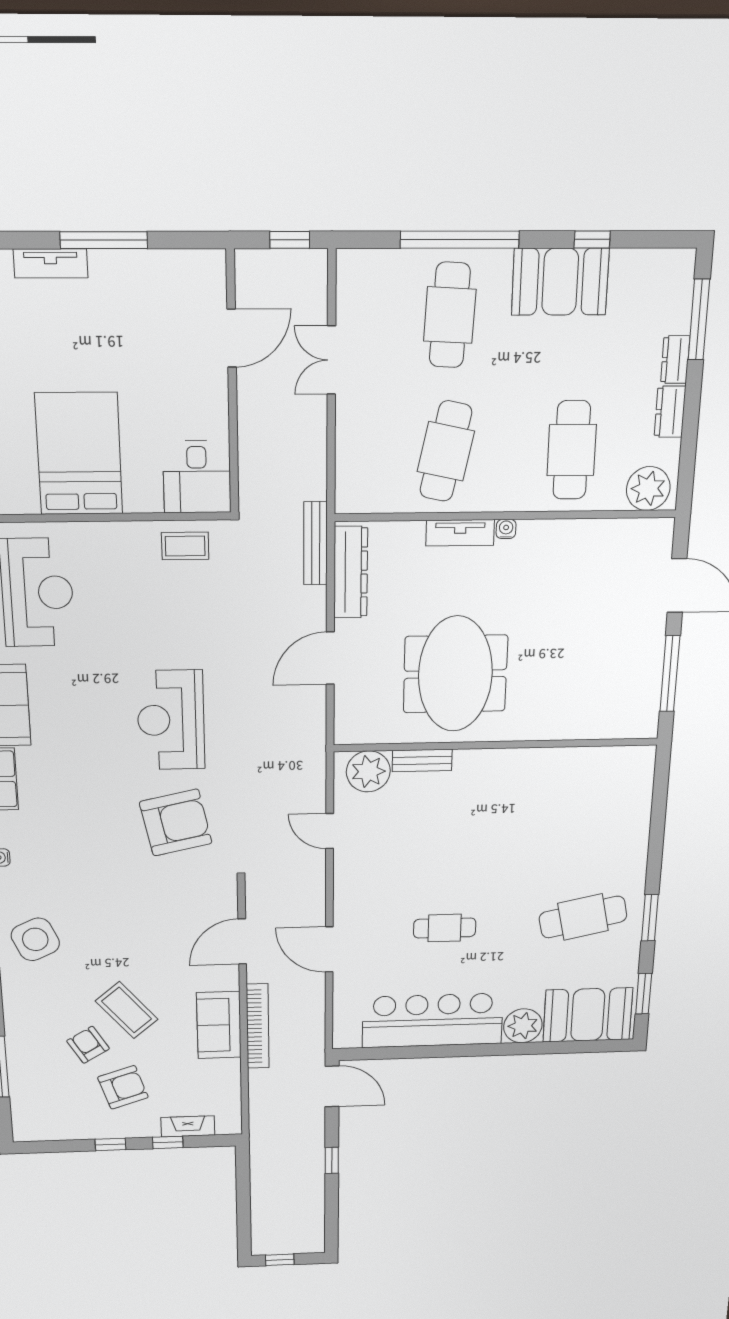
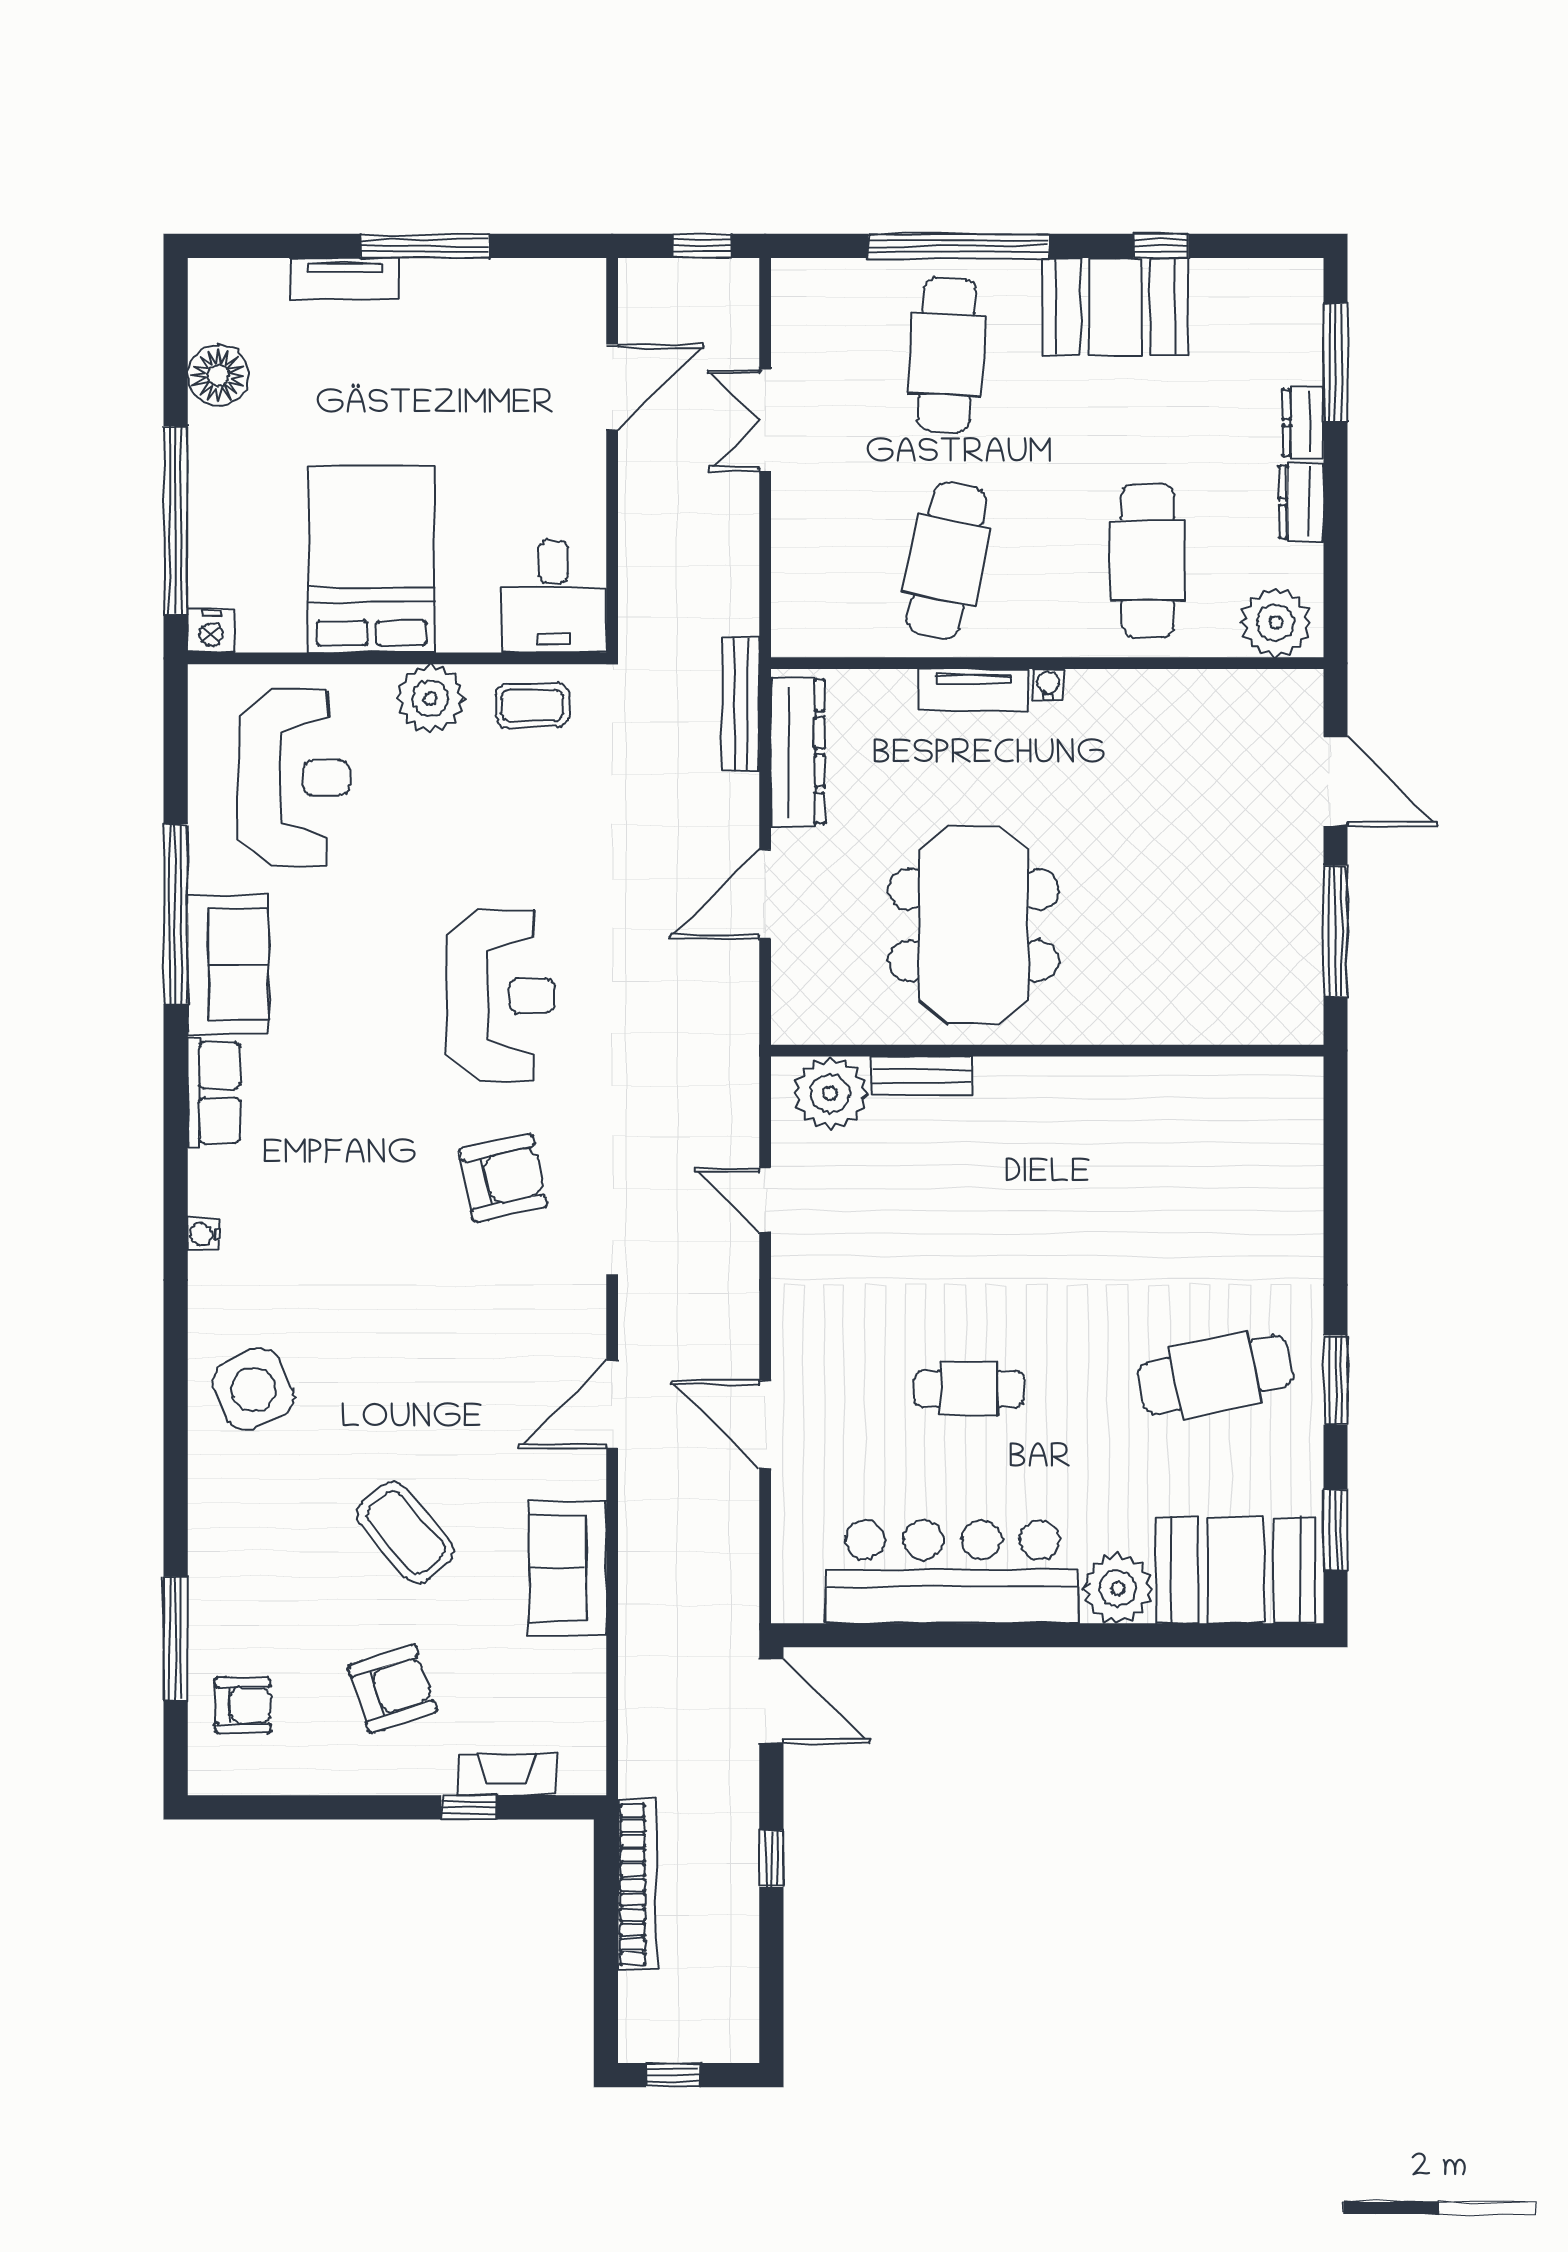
plant: (121, 542) -> (430, 698), added
reception desk: (171, 720) -> (500, 996), turned 180
armchair: (176, 823) -> (503, 1178), width x0.73, depth x0.73
bookcase: (258, 1026) -> (637, 1885), moved
armchair: (88, 1045) -> (243, 1705), moved, turned 121
window: (110, 1144) -> (364, 1807), removed

